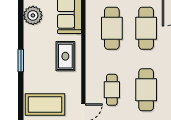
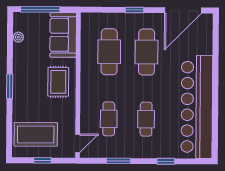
plant: (33, 15) -> (18, 37), width x0.53, depth x0.53
cafe table: (146, 90) -> (146, 119), width x0.73, depth x0.74

